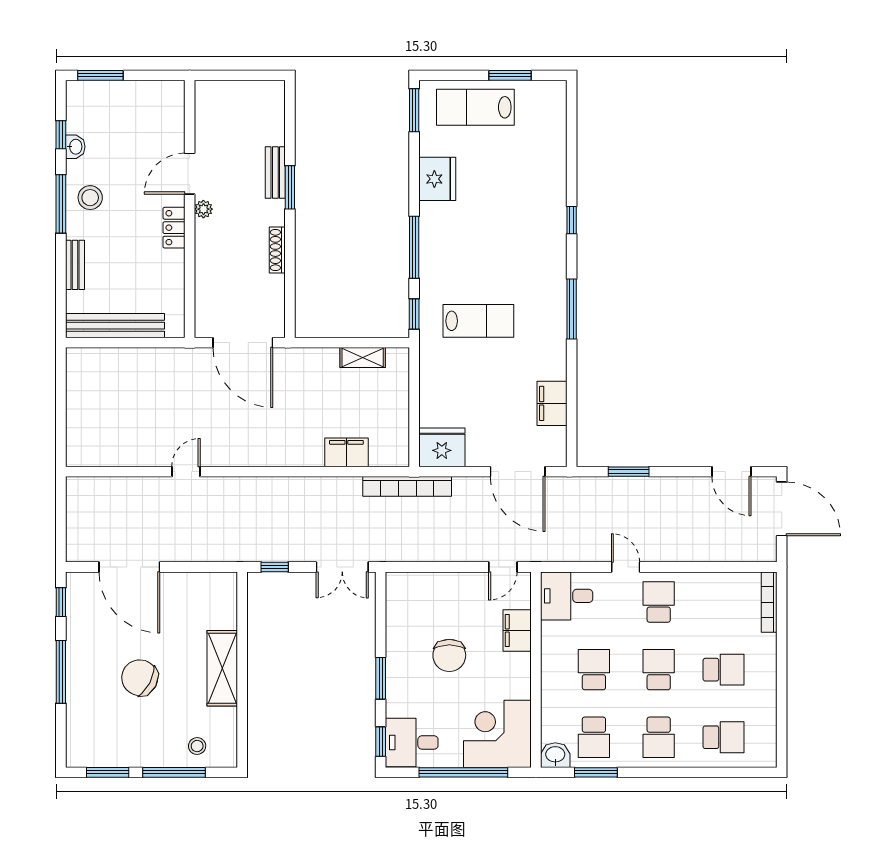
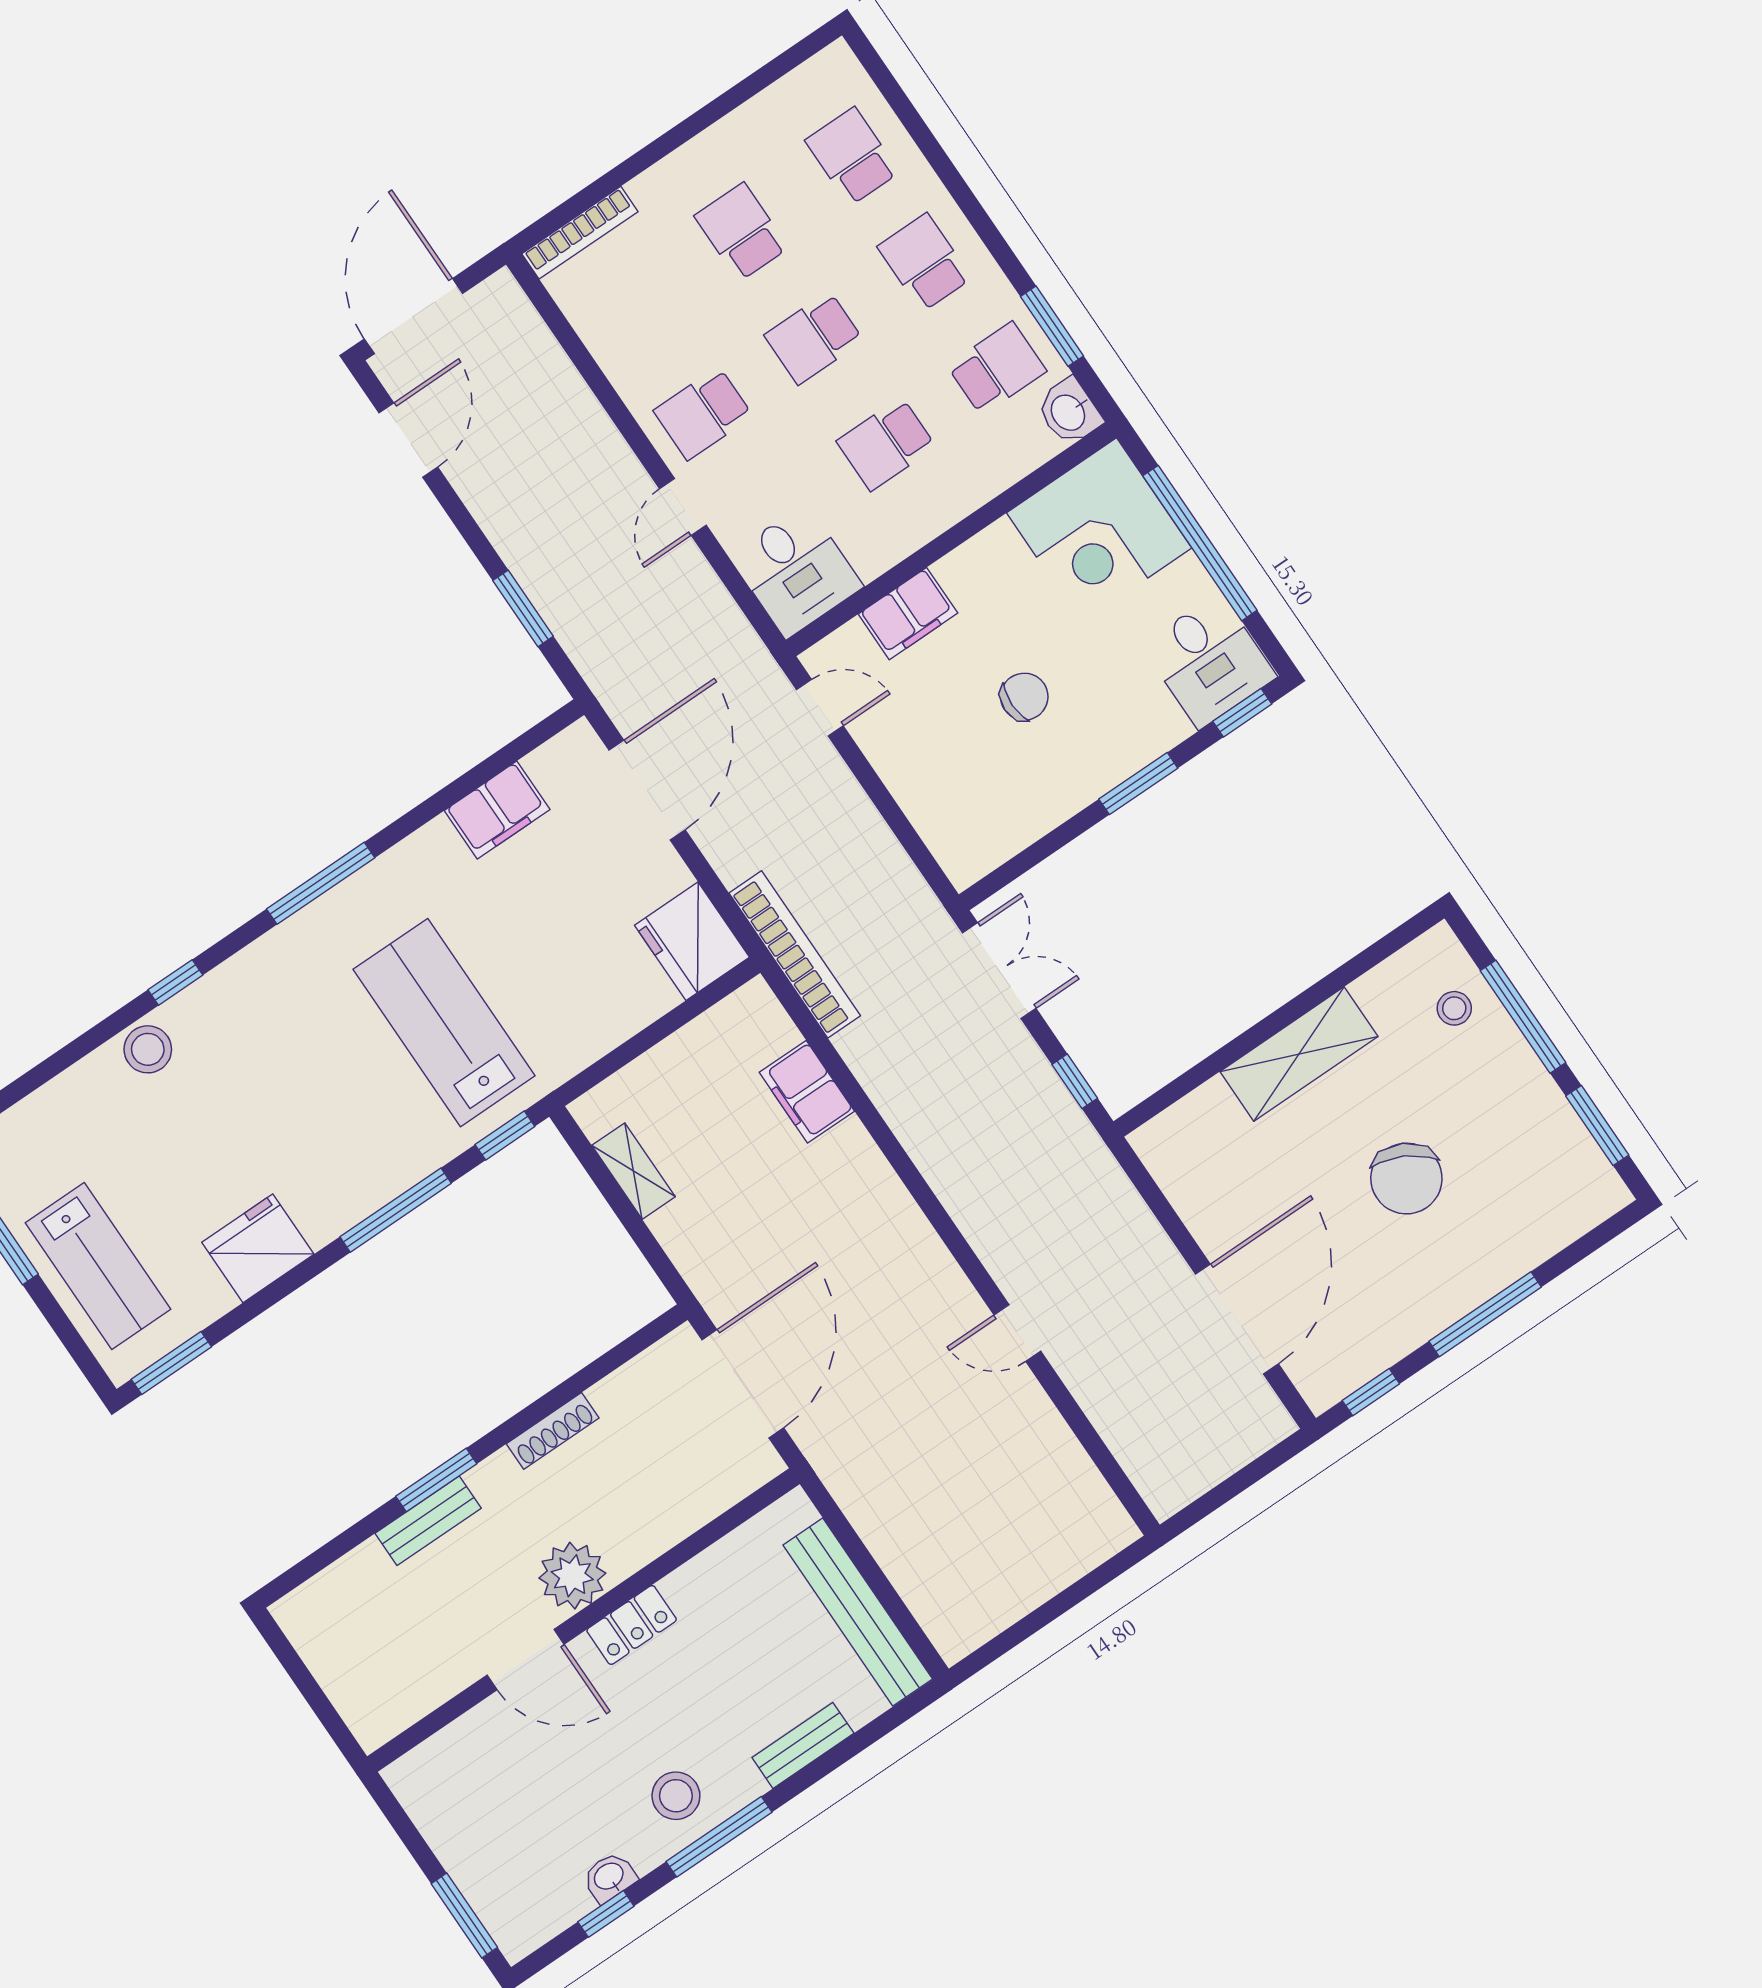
stool: (552, 190) -> (148, 1049), added
plant: (203, 209) -> (572, 1576), width x1.88, depth x1.88
lab bench: (478, 321) -> (444, 1023), width x1.36, depth x1.39
chair: (449, 655) -> (1024, 697), width x0.73, depth x0.73
school desk: (659, 737) -> (924, 262), turned -90

